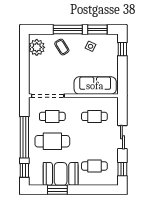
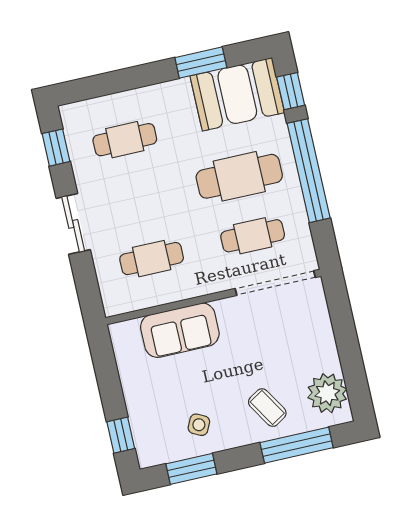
window: (68, 30) -> (297, 445), moved
sofa: (95, 86) -> (180, 330), width x0.73
booth: (61, 174) -> (237, 94), moved

